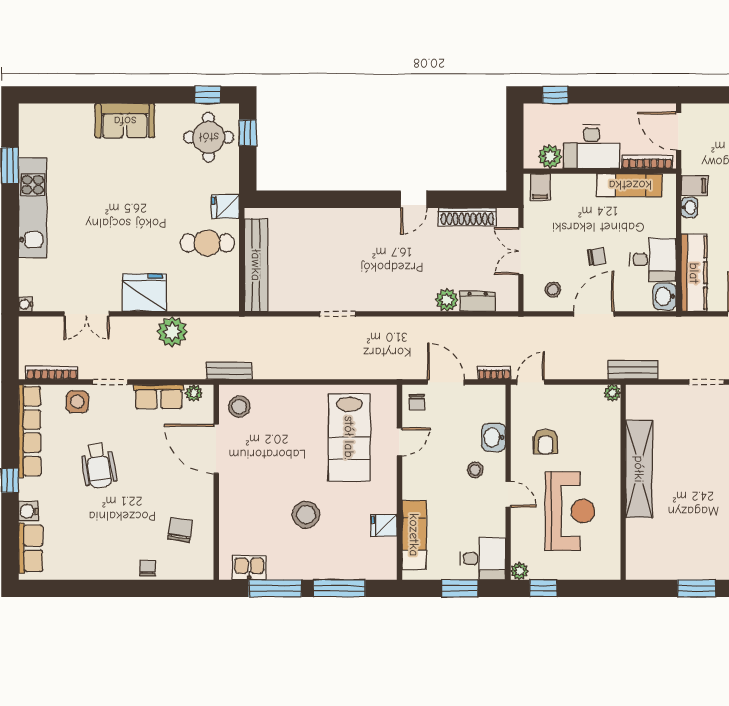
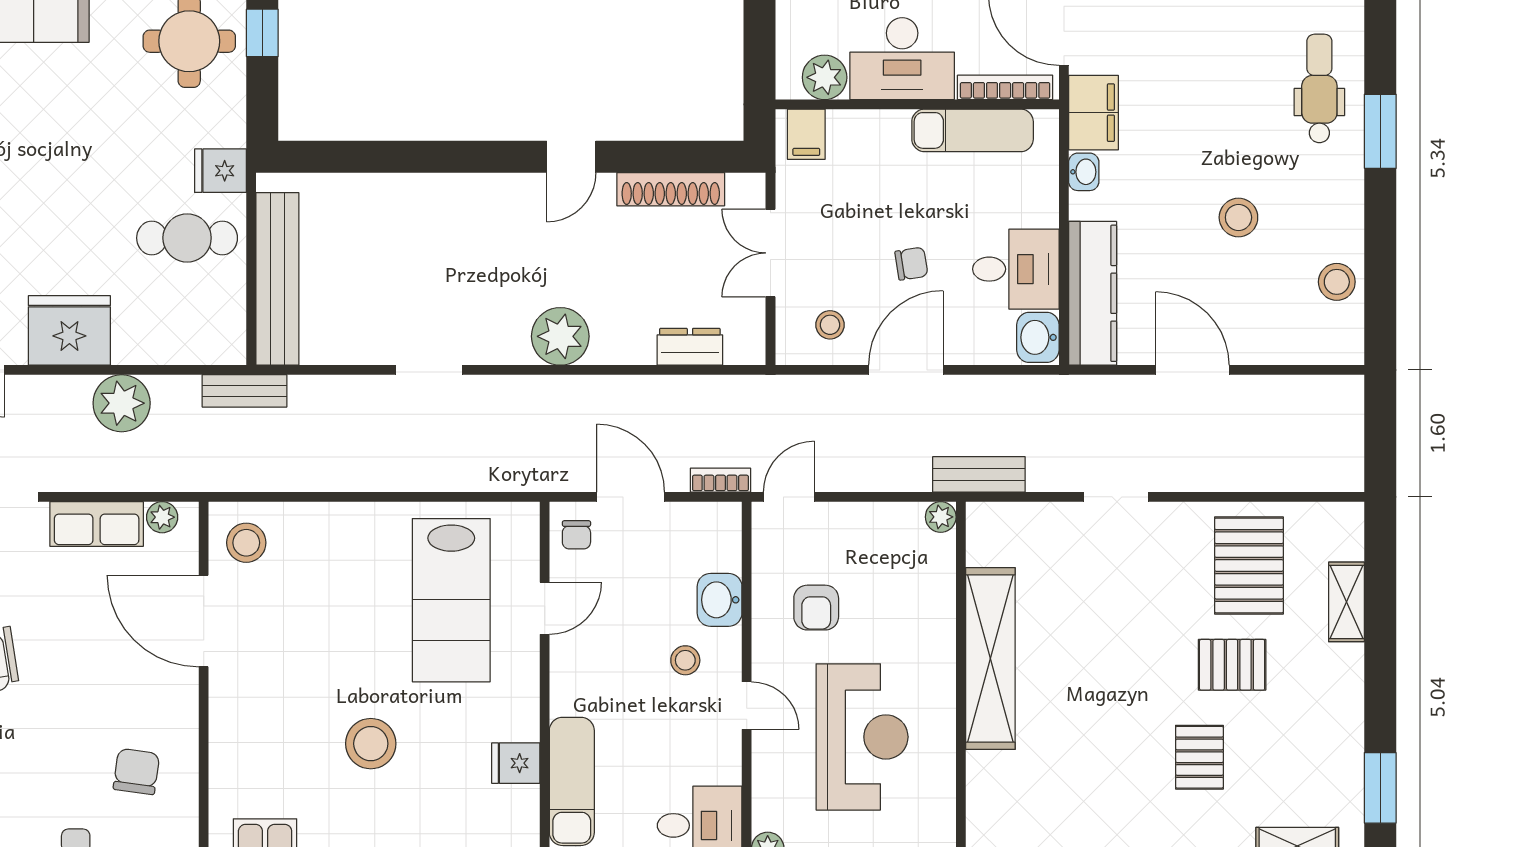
filing cabinet: (695, 186) -> (1093, 113), width x2.00
plant: (447, 300) -> (560, 336), moved, width x1.36, depth x1.36
bench: (229, 371) -> (244, 391), moved

